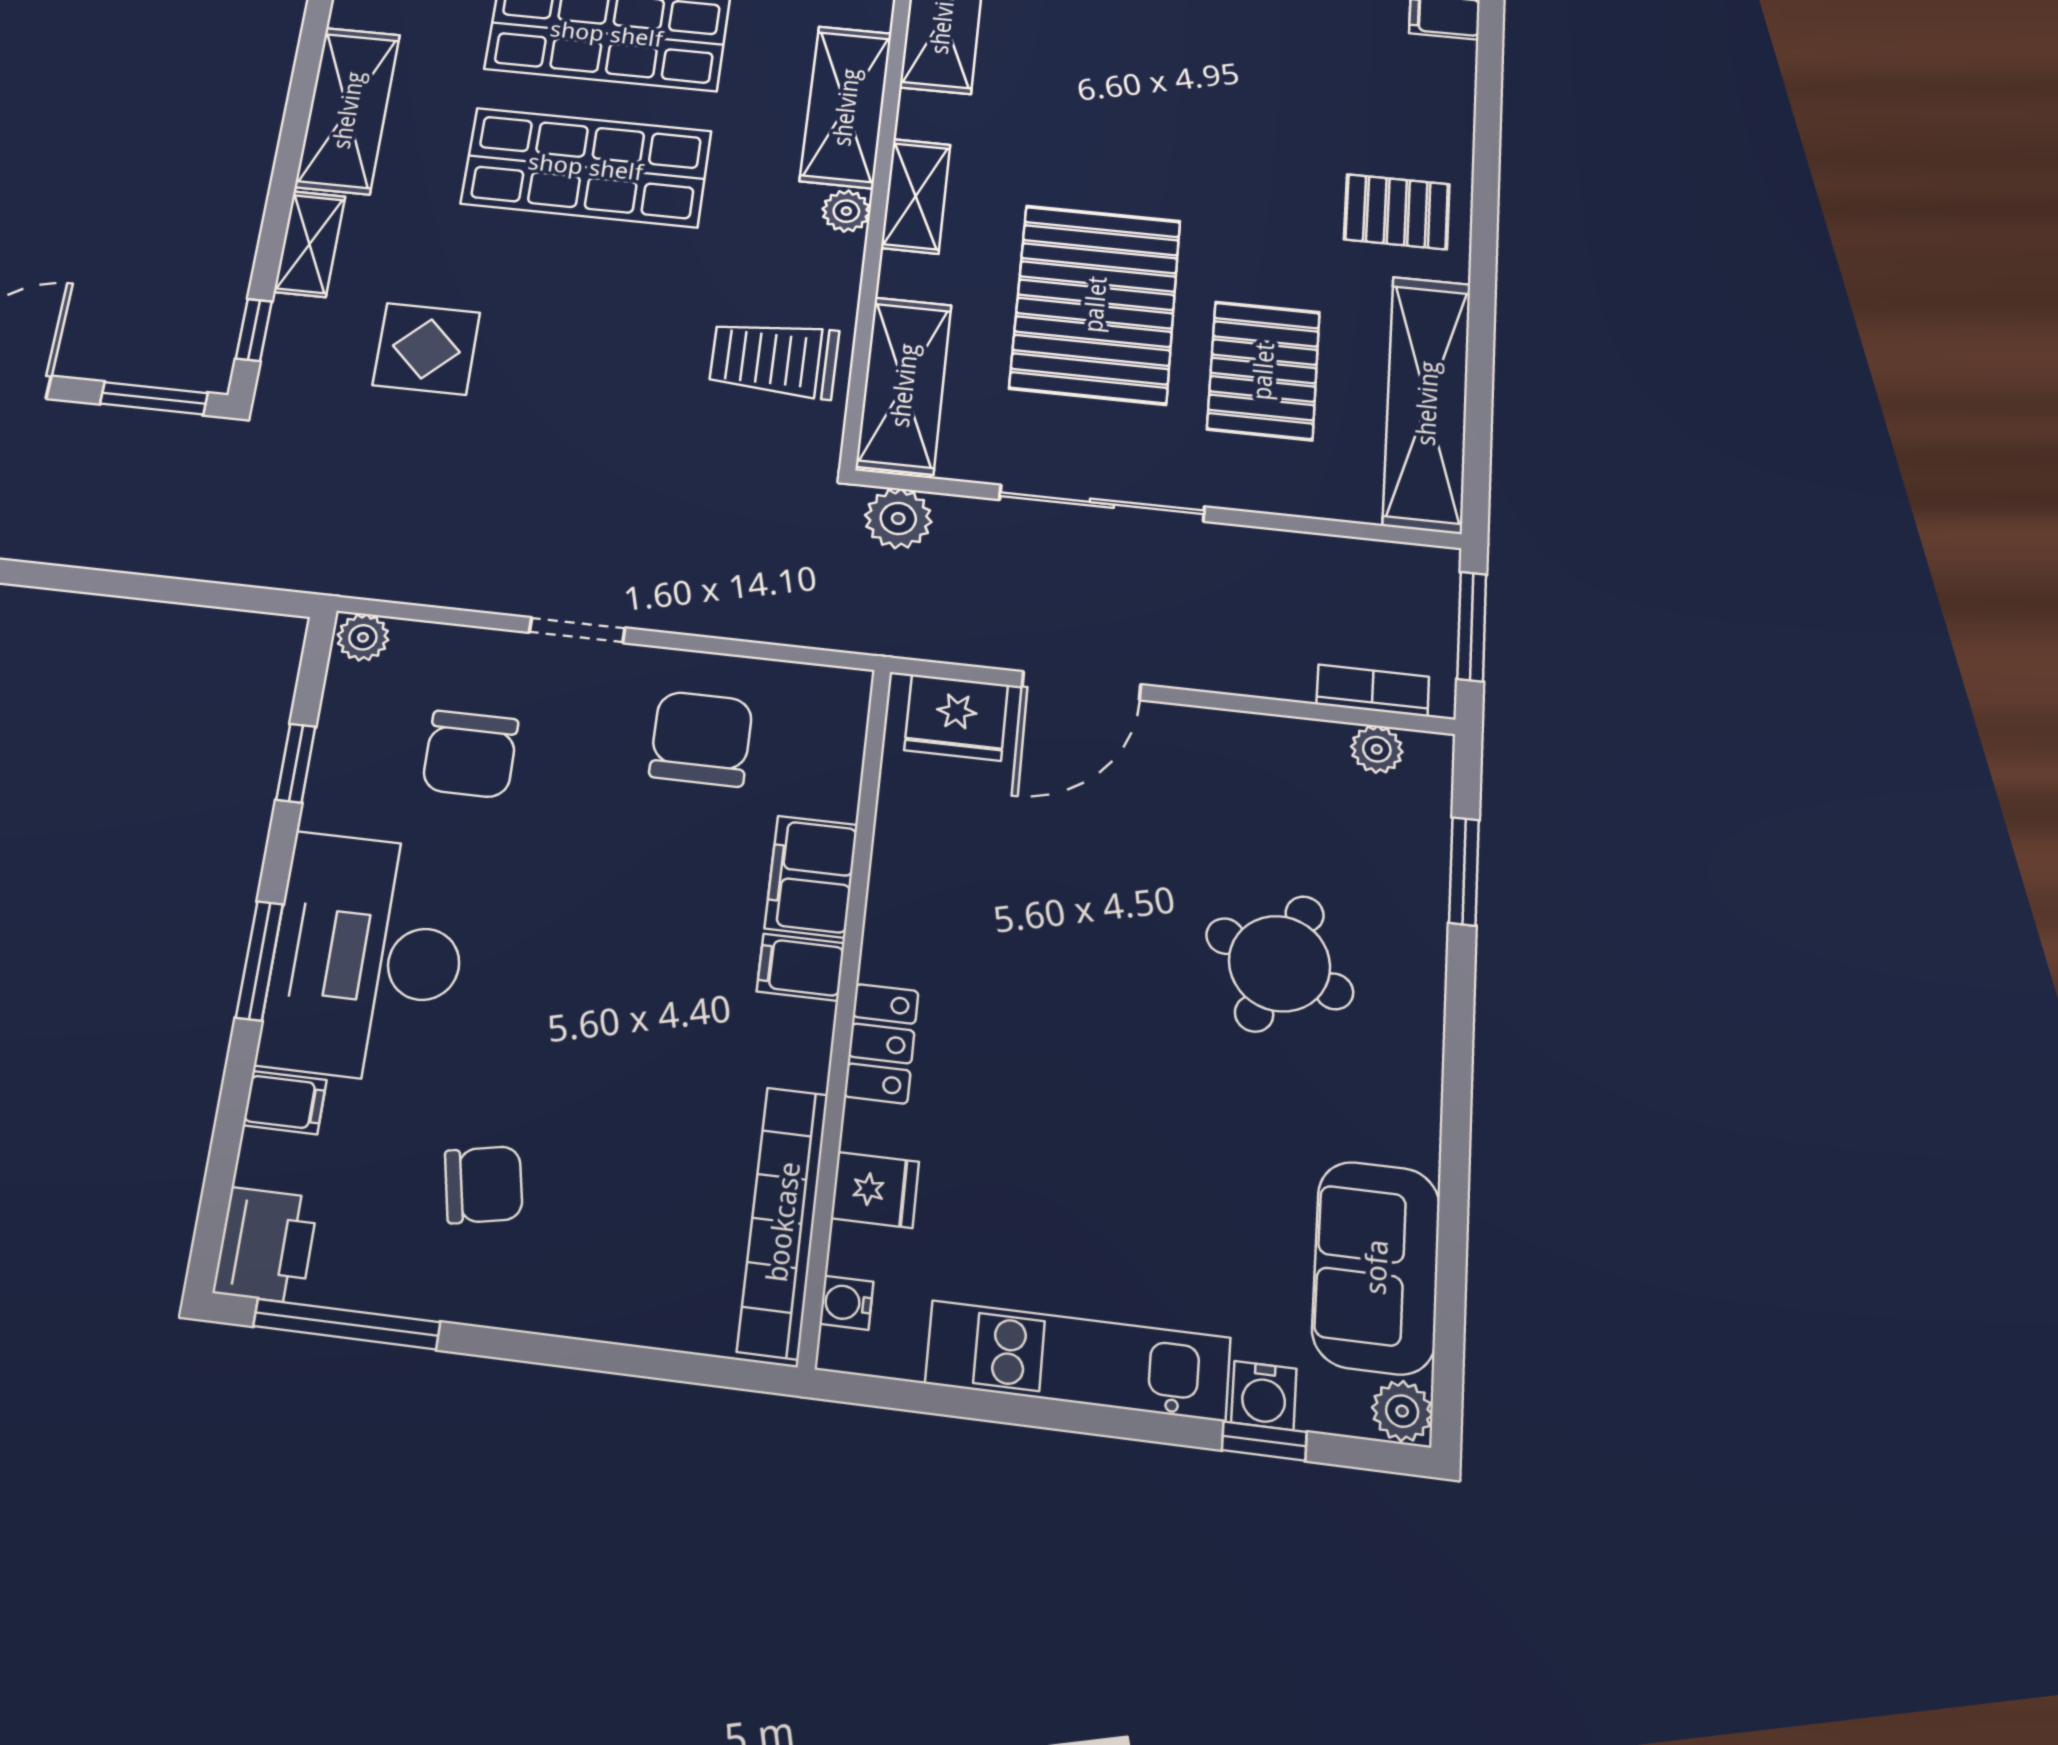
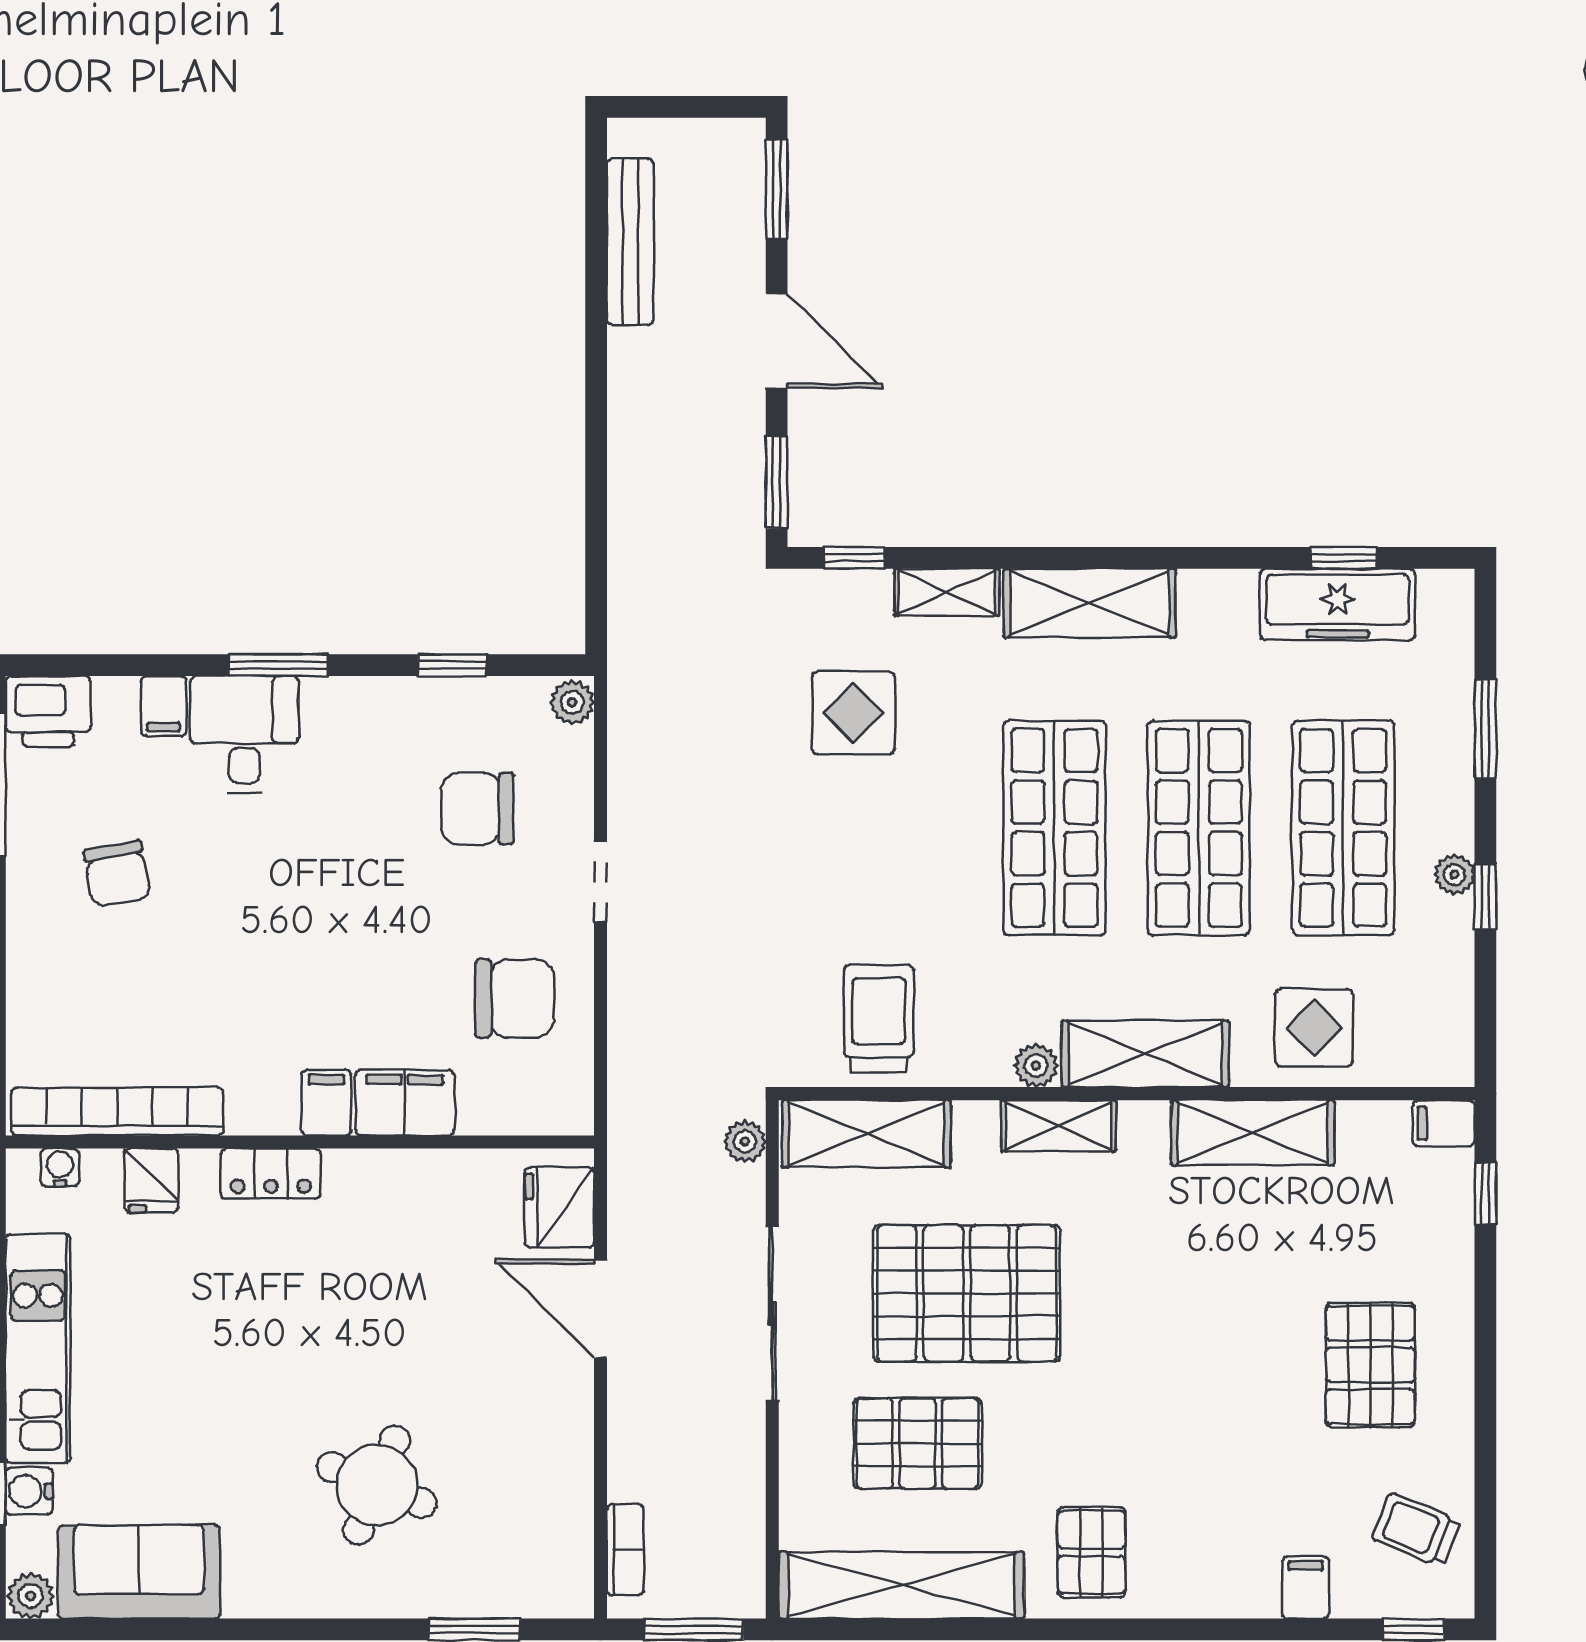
plant: (898, 518) -> (745, 1142), width x0.73, depth x0.73
plant: (1377, 749) -> (573, 1555), removed
desk: (367, 958) -> (244, 734), width x0.53, depth x0.77

